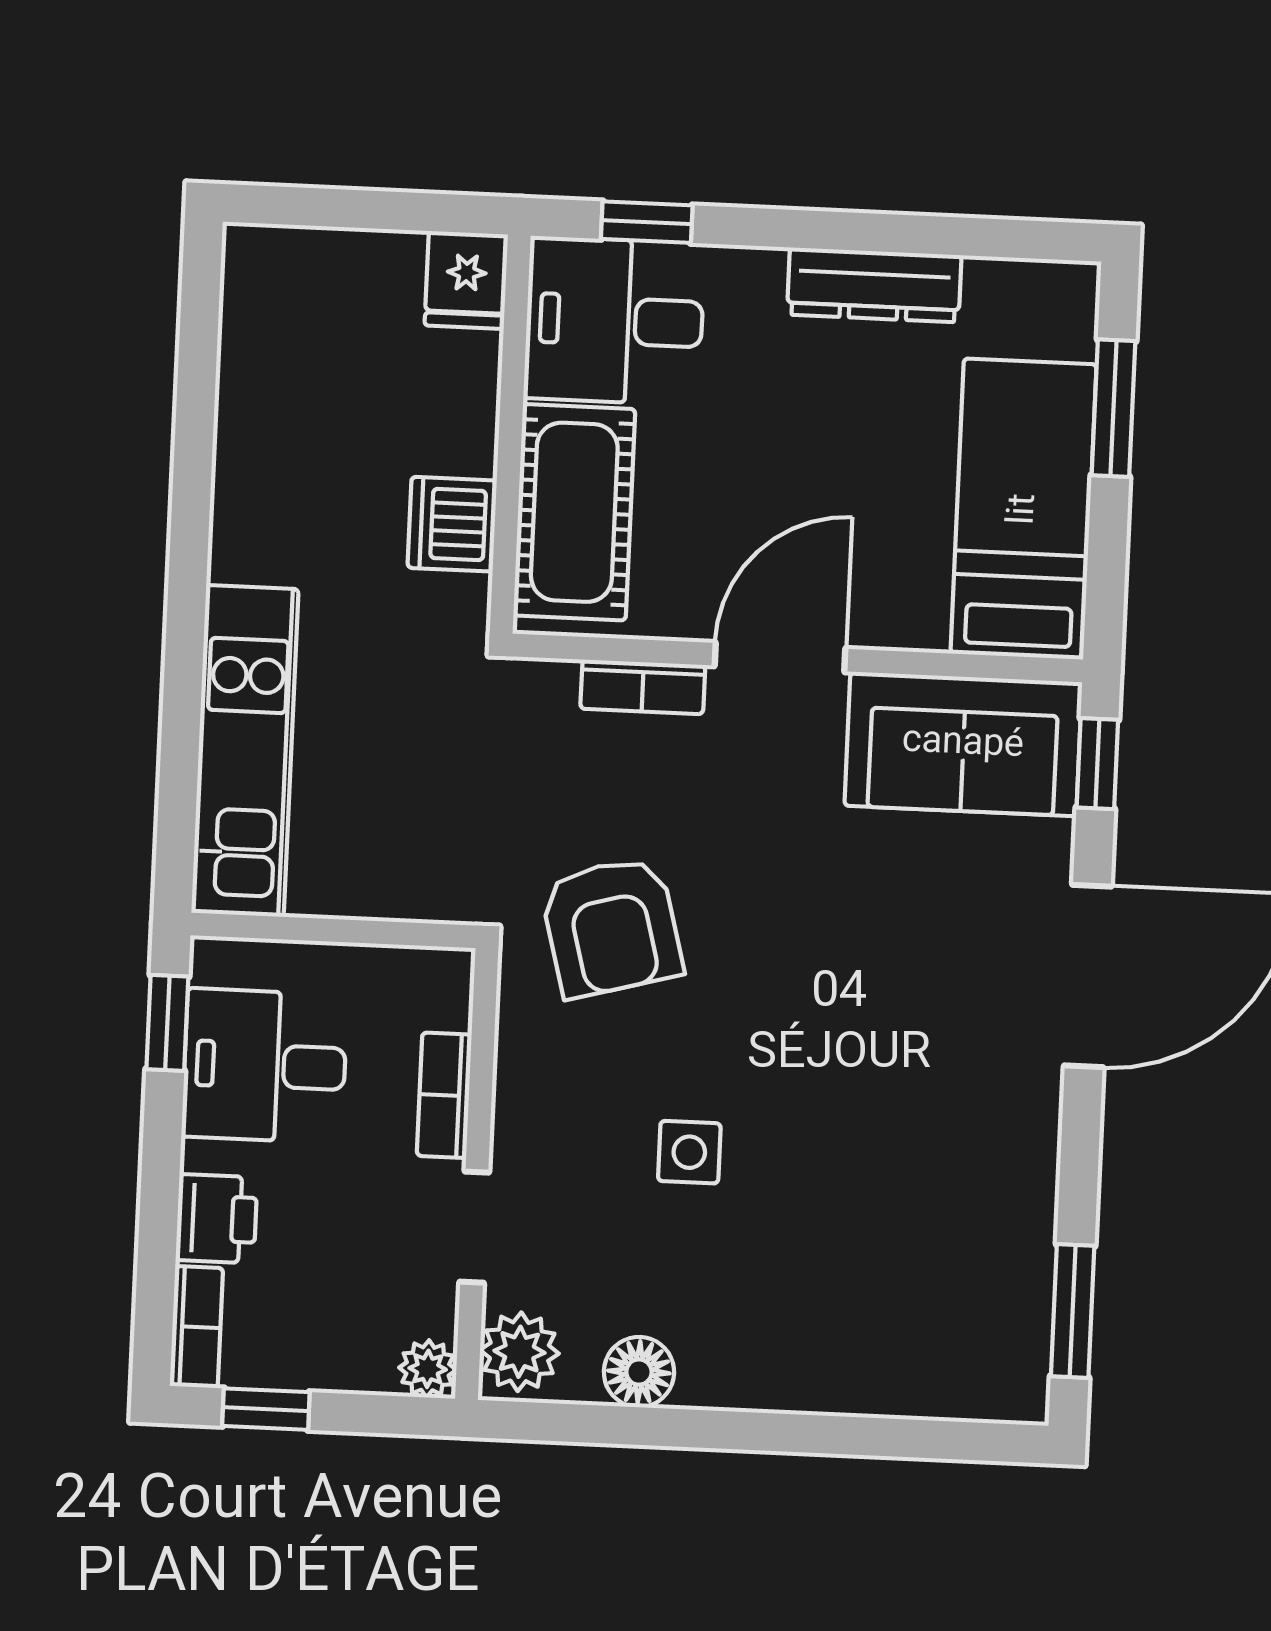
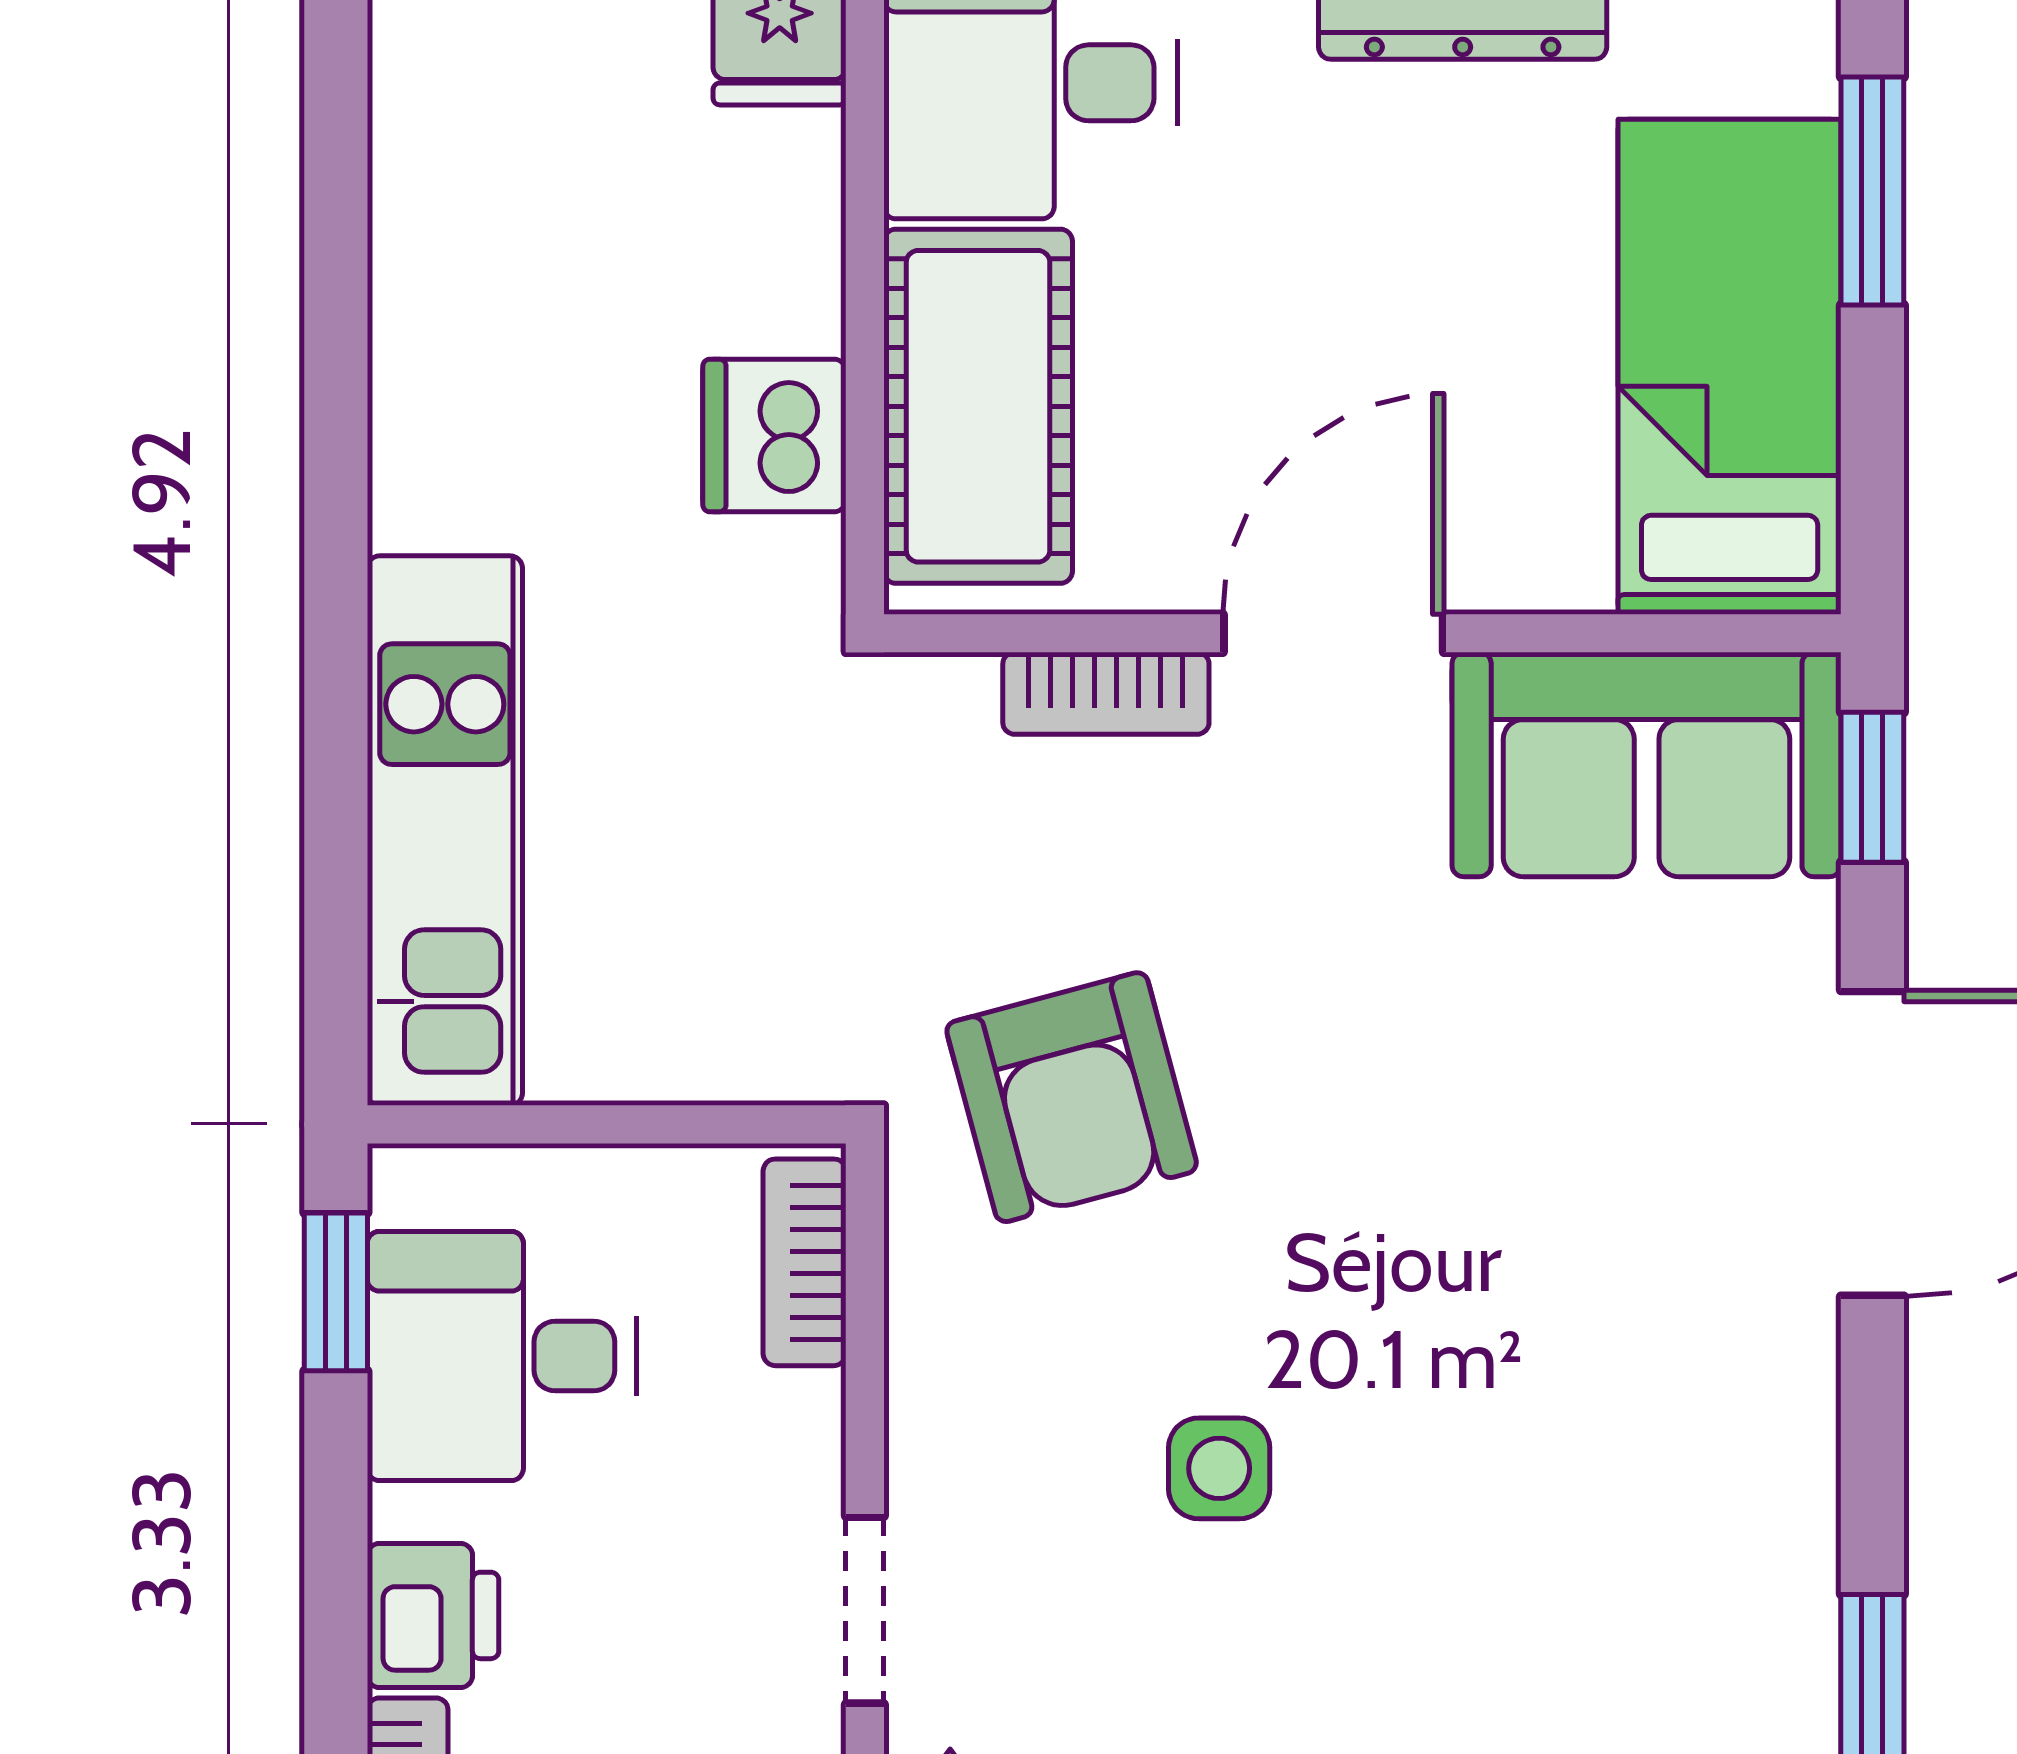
bookcase: (444, 1095) -> (805, 1262), moved

